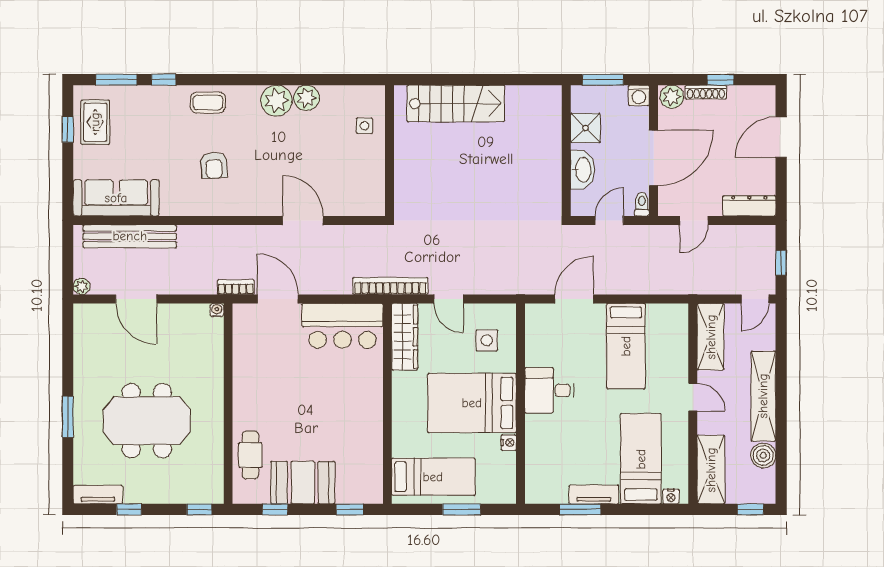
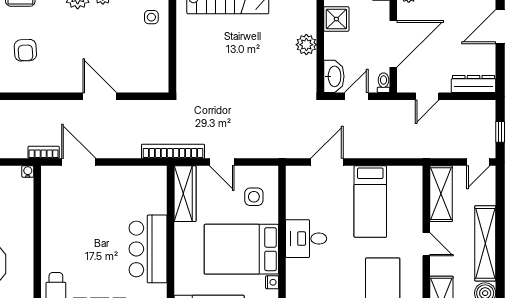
plant: (550, 159) -> (306, 45), added
washbasin: (583, 170) -> (334, 76), moved
bar counter: (342, 326) -> (148, 249), moved, turned 90

